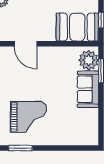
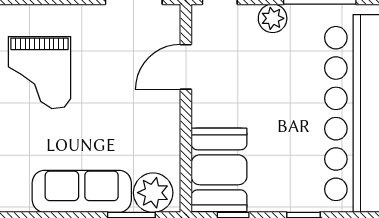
sofa: (88, 89) -> (82, 191), width x1.36

